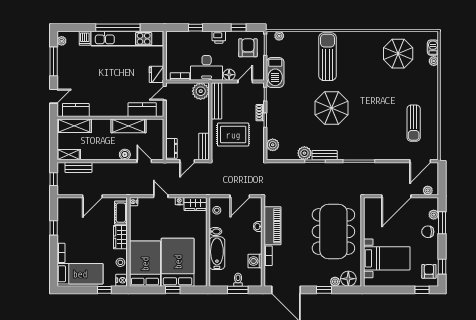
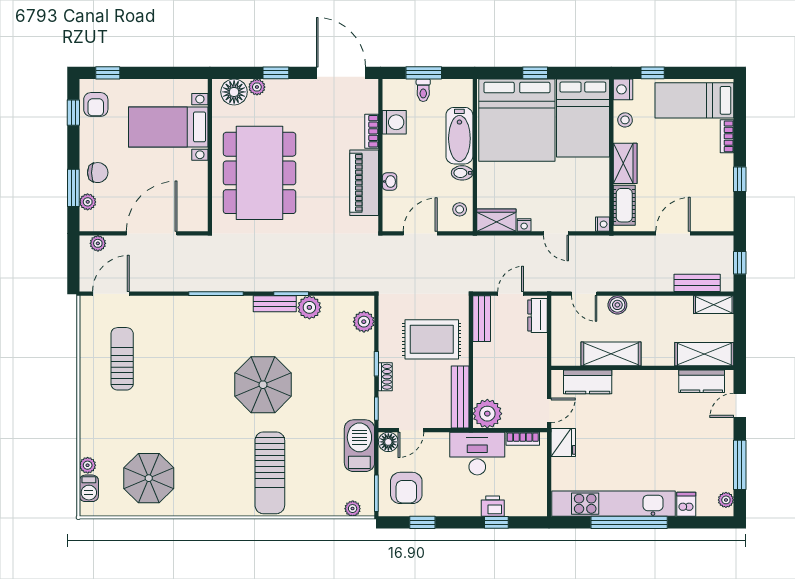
printer: (219, 37) -> (493, 506), moved
floor lamp: (229, 75) -> (388, 442), moved
bed: (178, 262) -> (517, 120), width x1.36

